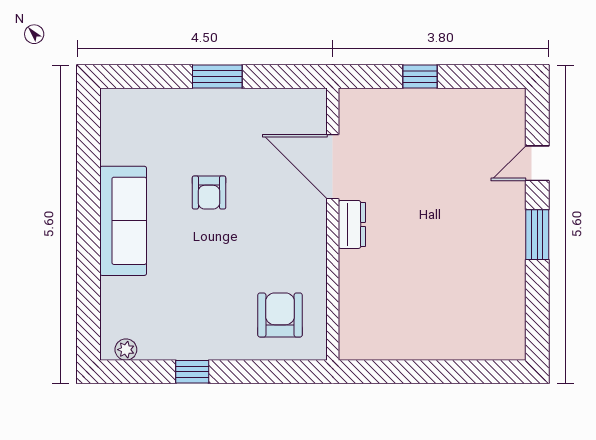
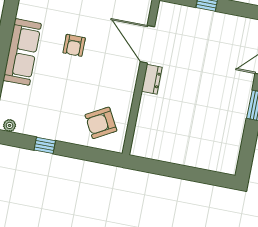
armchair: (280, 315) -> (101, 123), turned -119

